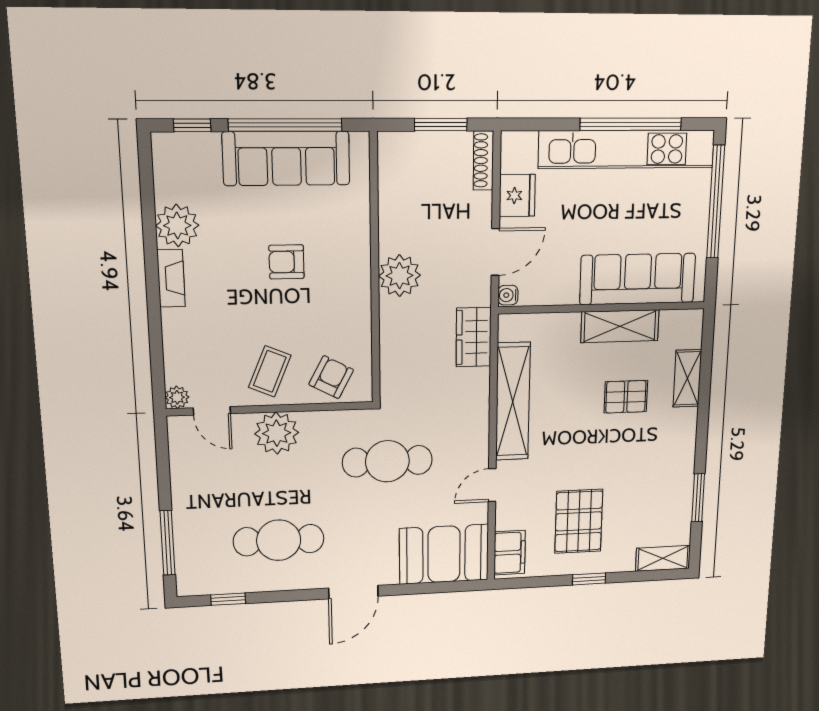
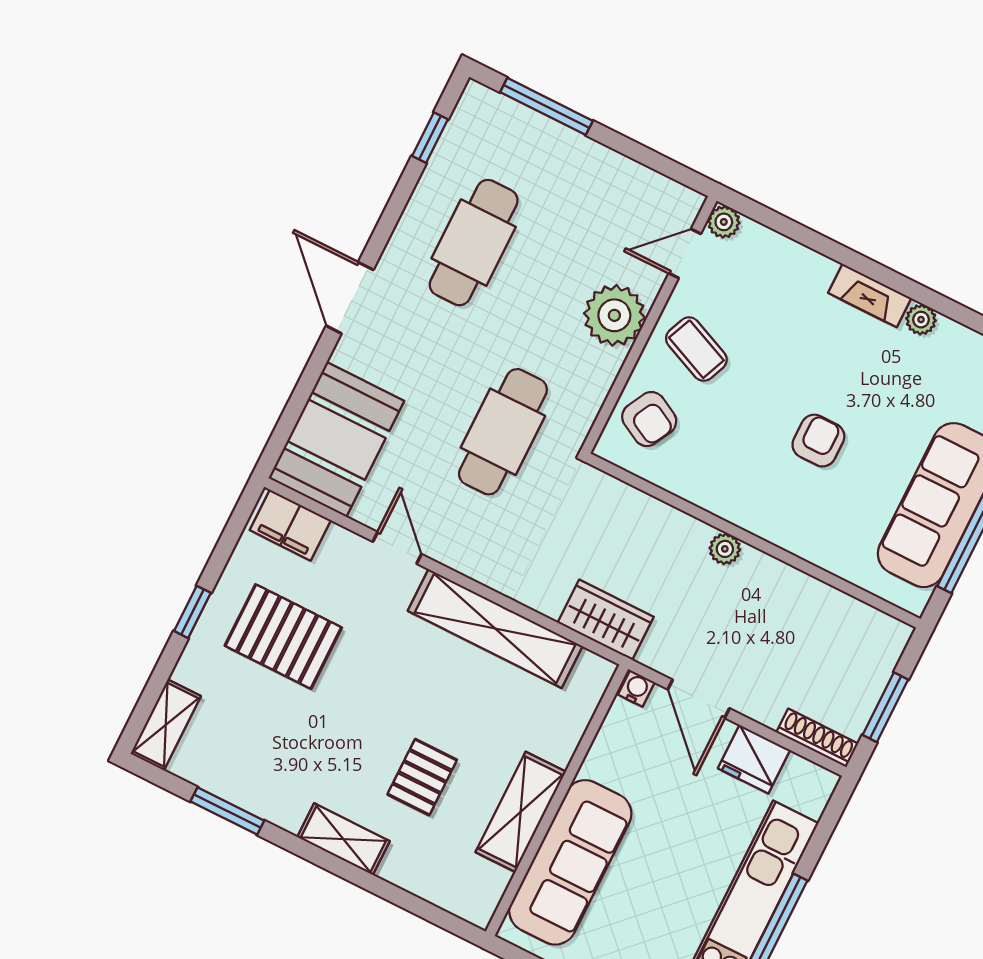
plant: (177, 225) -> (921, 320), width x0.53, depth x0.53
plant: (400, 276) -> (725, 549), width x0.53, depth x0.53
shelving: (687, 378) -> (343, 839), moved

